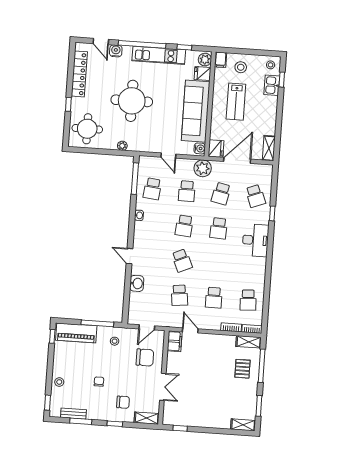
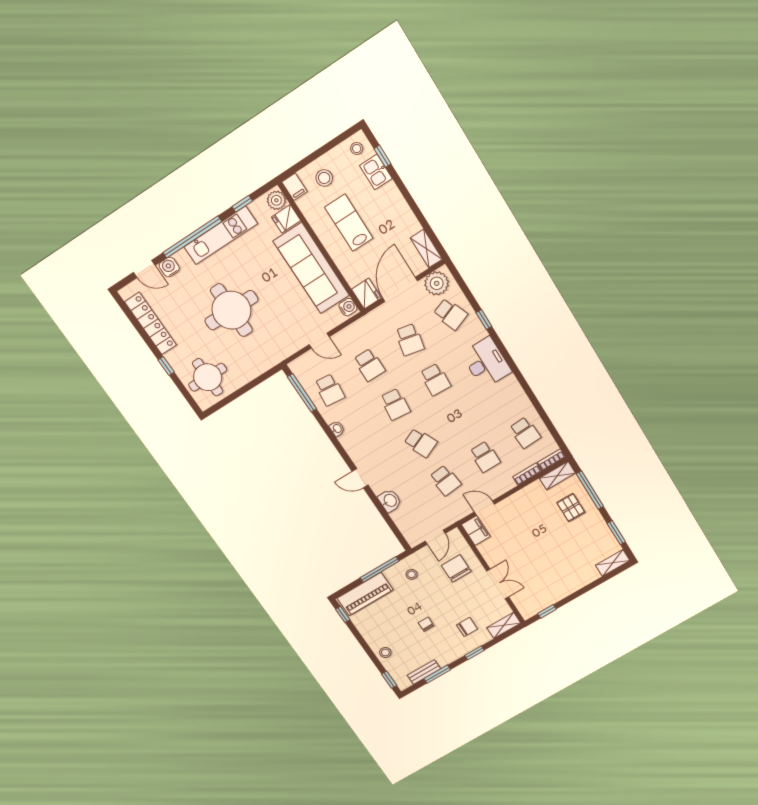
lab bench: (236, 102) -> (349, 223), turned 180
plant: (122, 146) -> (260, 367), removed
plant: (203, 168) -> (437, 283), moved
chair: (145, 357) -> (456, 568), turned -90

